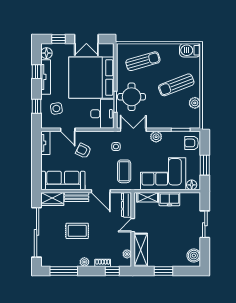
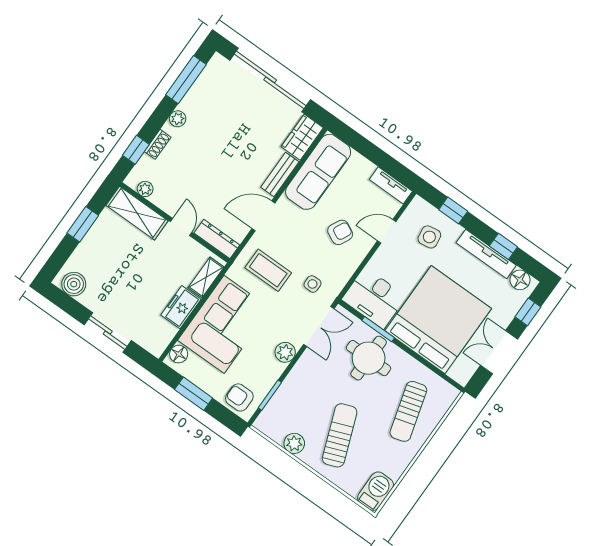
armchair: (192, 143) -> (239, 397), turned -90
rug: (77, 231) -> (230, 141), removed

